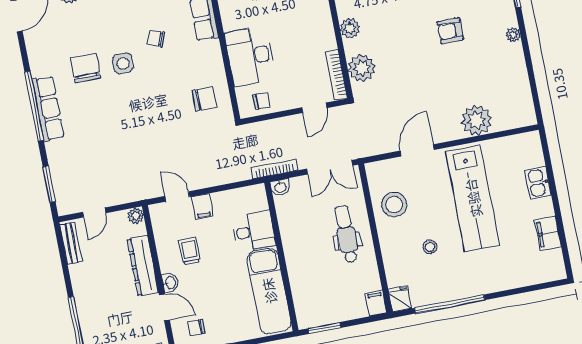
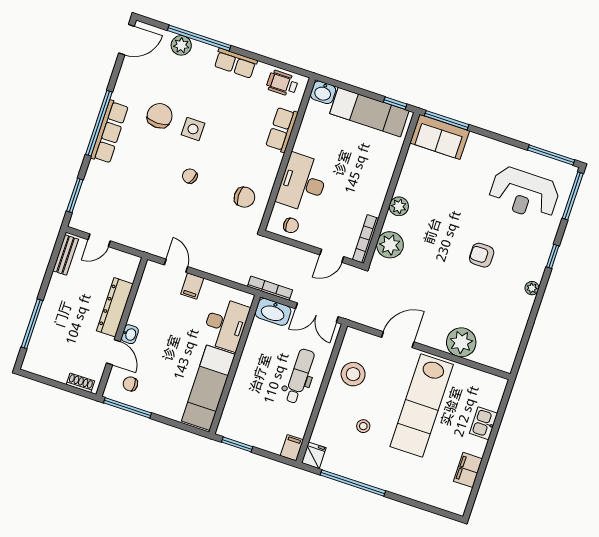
chair: (156, 38) -> (190, 176), moved
washbasin: (280, 187) -> (273, 312), width x1.91, depth x1.45
plant: (136, 216) -> (132, 262), removed
desk: (254, 231) -> (225, 324), width x1.37
trolley: (189, 251) -> (160, 317), removed

